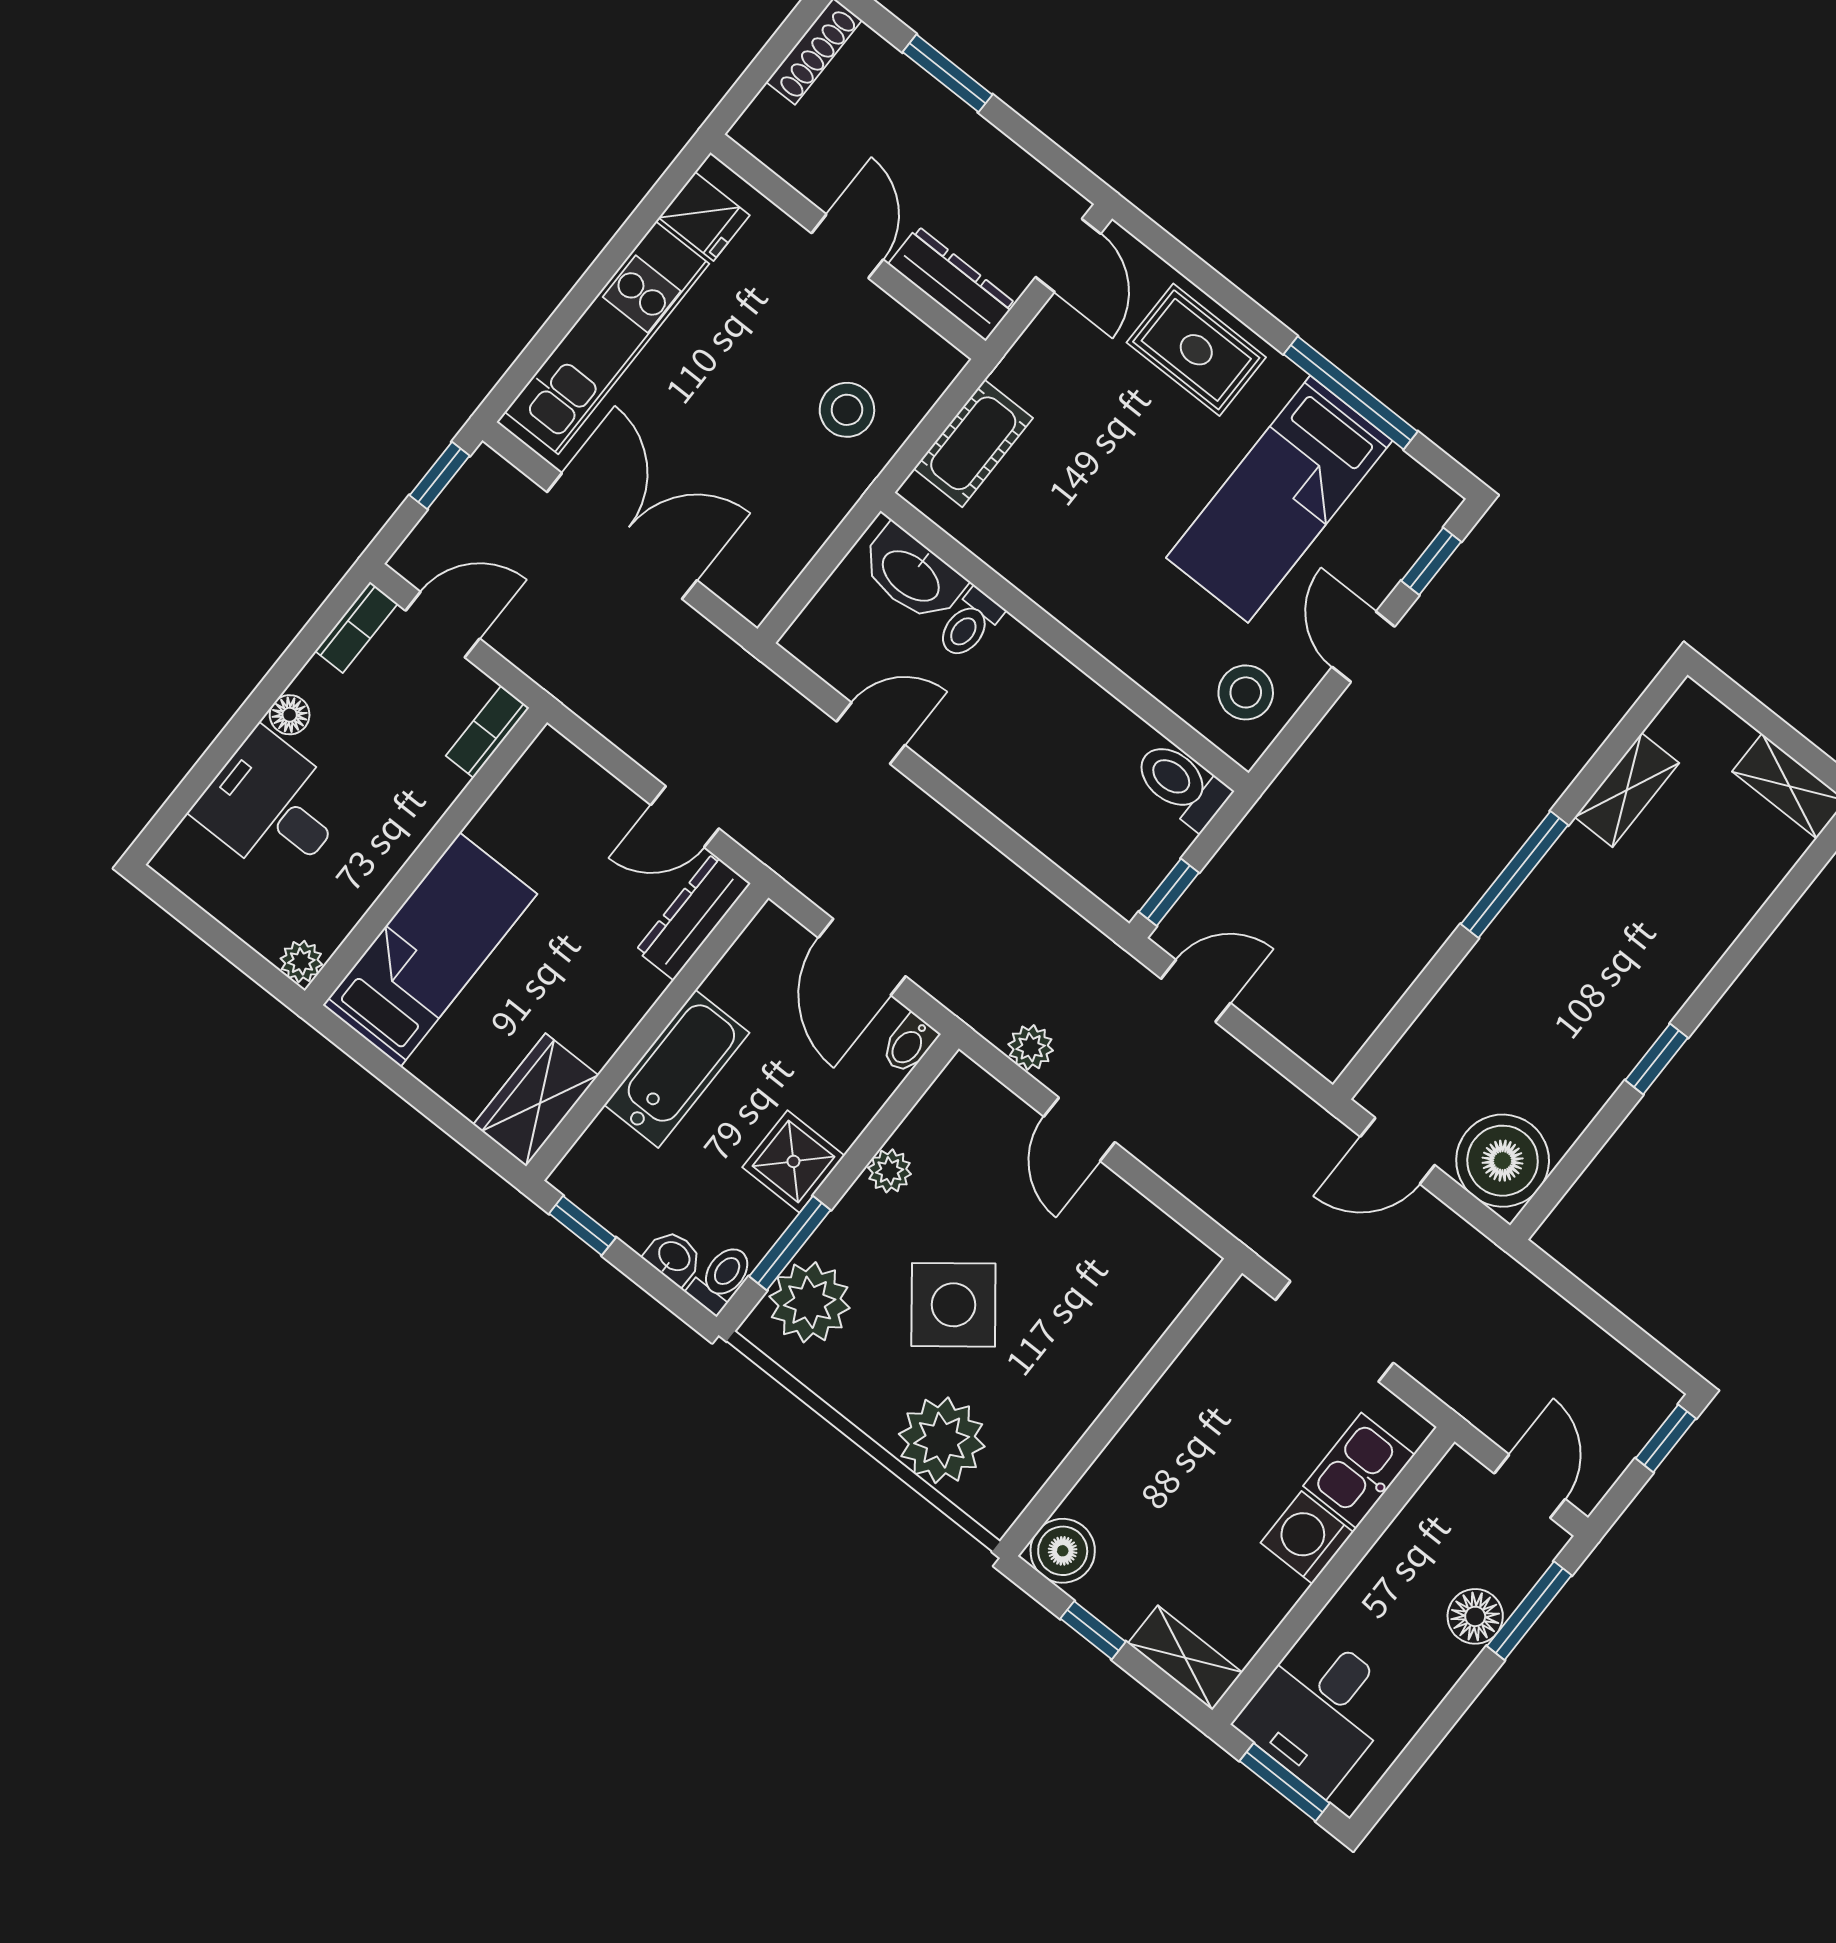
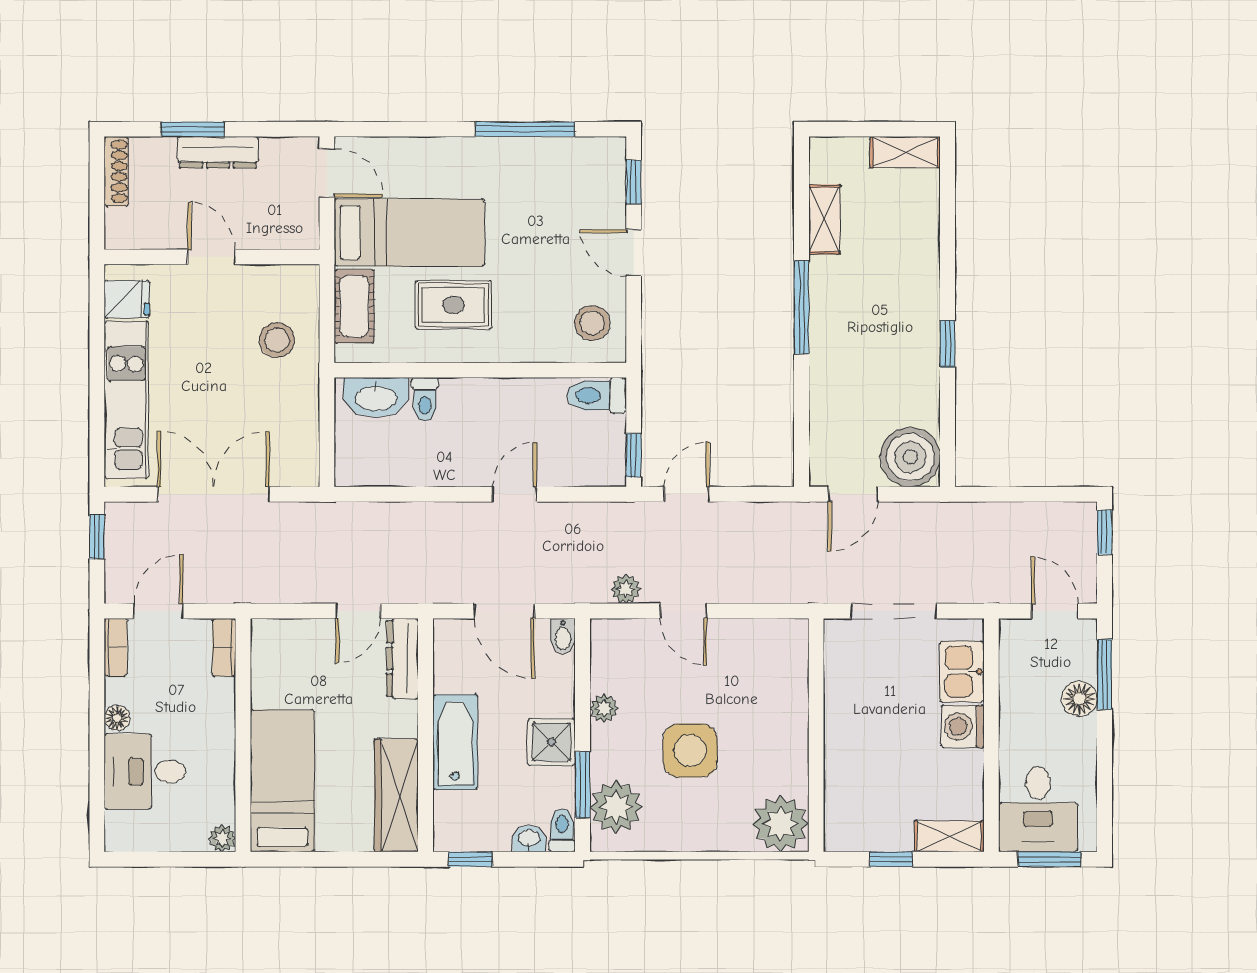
dresser: (952, 284) -> (218, 152), moved, turned 180
rug: (1196, 350) -> (453, 305), moved
bed: (1279, 499) -> (409, 233), moved, turned -90
door: (871, 733) -> (514, 494), moved
wardrobe: (536, 1100) -> (396, 795), width x1.50
side table: (953, 1305) -> (690, 750), turned 38
plant: (942, 1440) -> (781, 824), moved
boiler: (1063, 1551) -> (844, 831), removed

